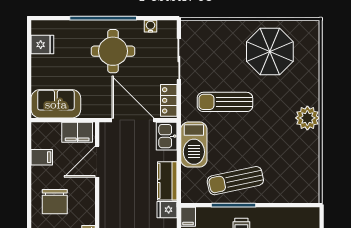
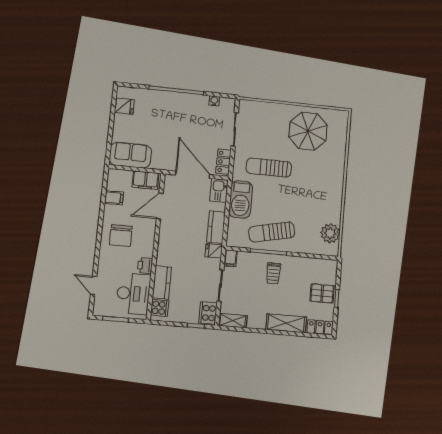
round table: (113, 51) -> (182, 118), removed
plant: (307, 118) -> (330, 233), moved

